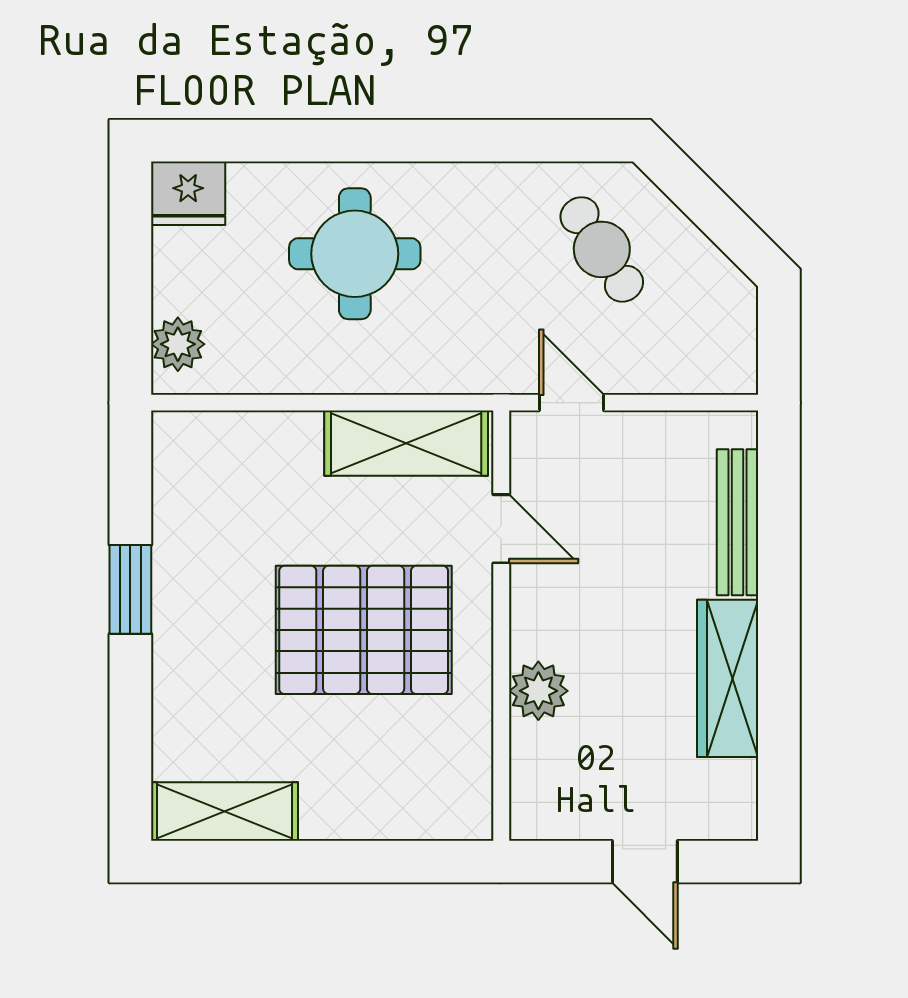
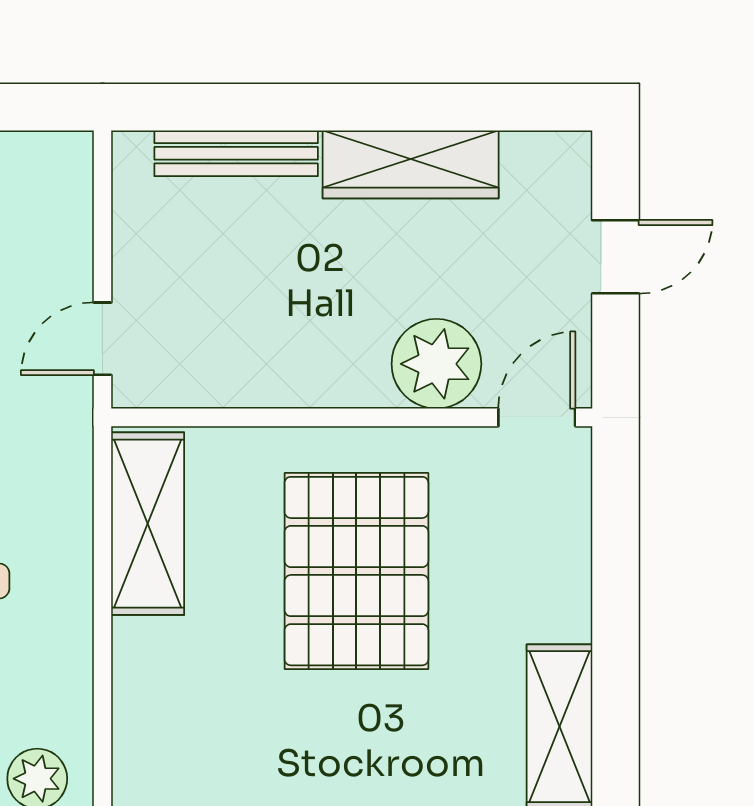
door: (501, 529) -> (537, 417), moved
plant: (538, 691) -> (436, 364), width x1.36, depth x1.36

